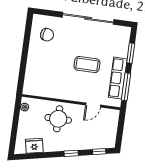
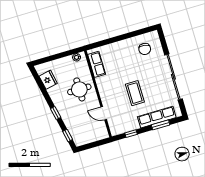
row of seats: (118, 78) -> (157, 117), moved
window: (126, 87) -> (131, 134), width x0.46
row of seats: (41, 90) -> (97, 64), added

